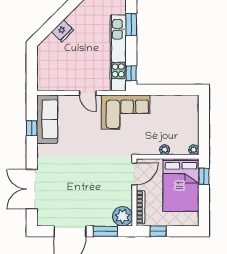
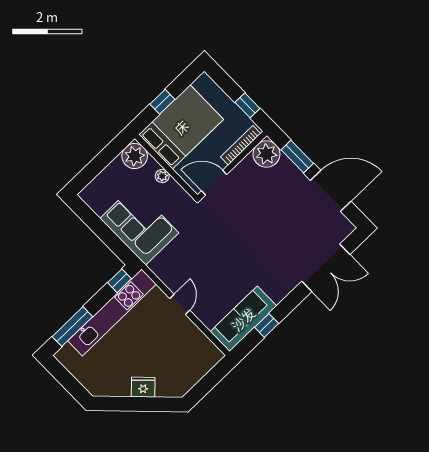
window: (131, 25) -> (72, 327), width x1.44
corner sofa: (126, 112) -> (139, 226), moved
plant: (194, 150) -> (135, 156), width x1.88, depth x1.88
window: (204, 176) -> (162, 102), moved

